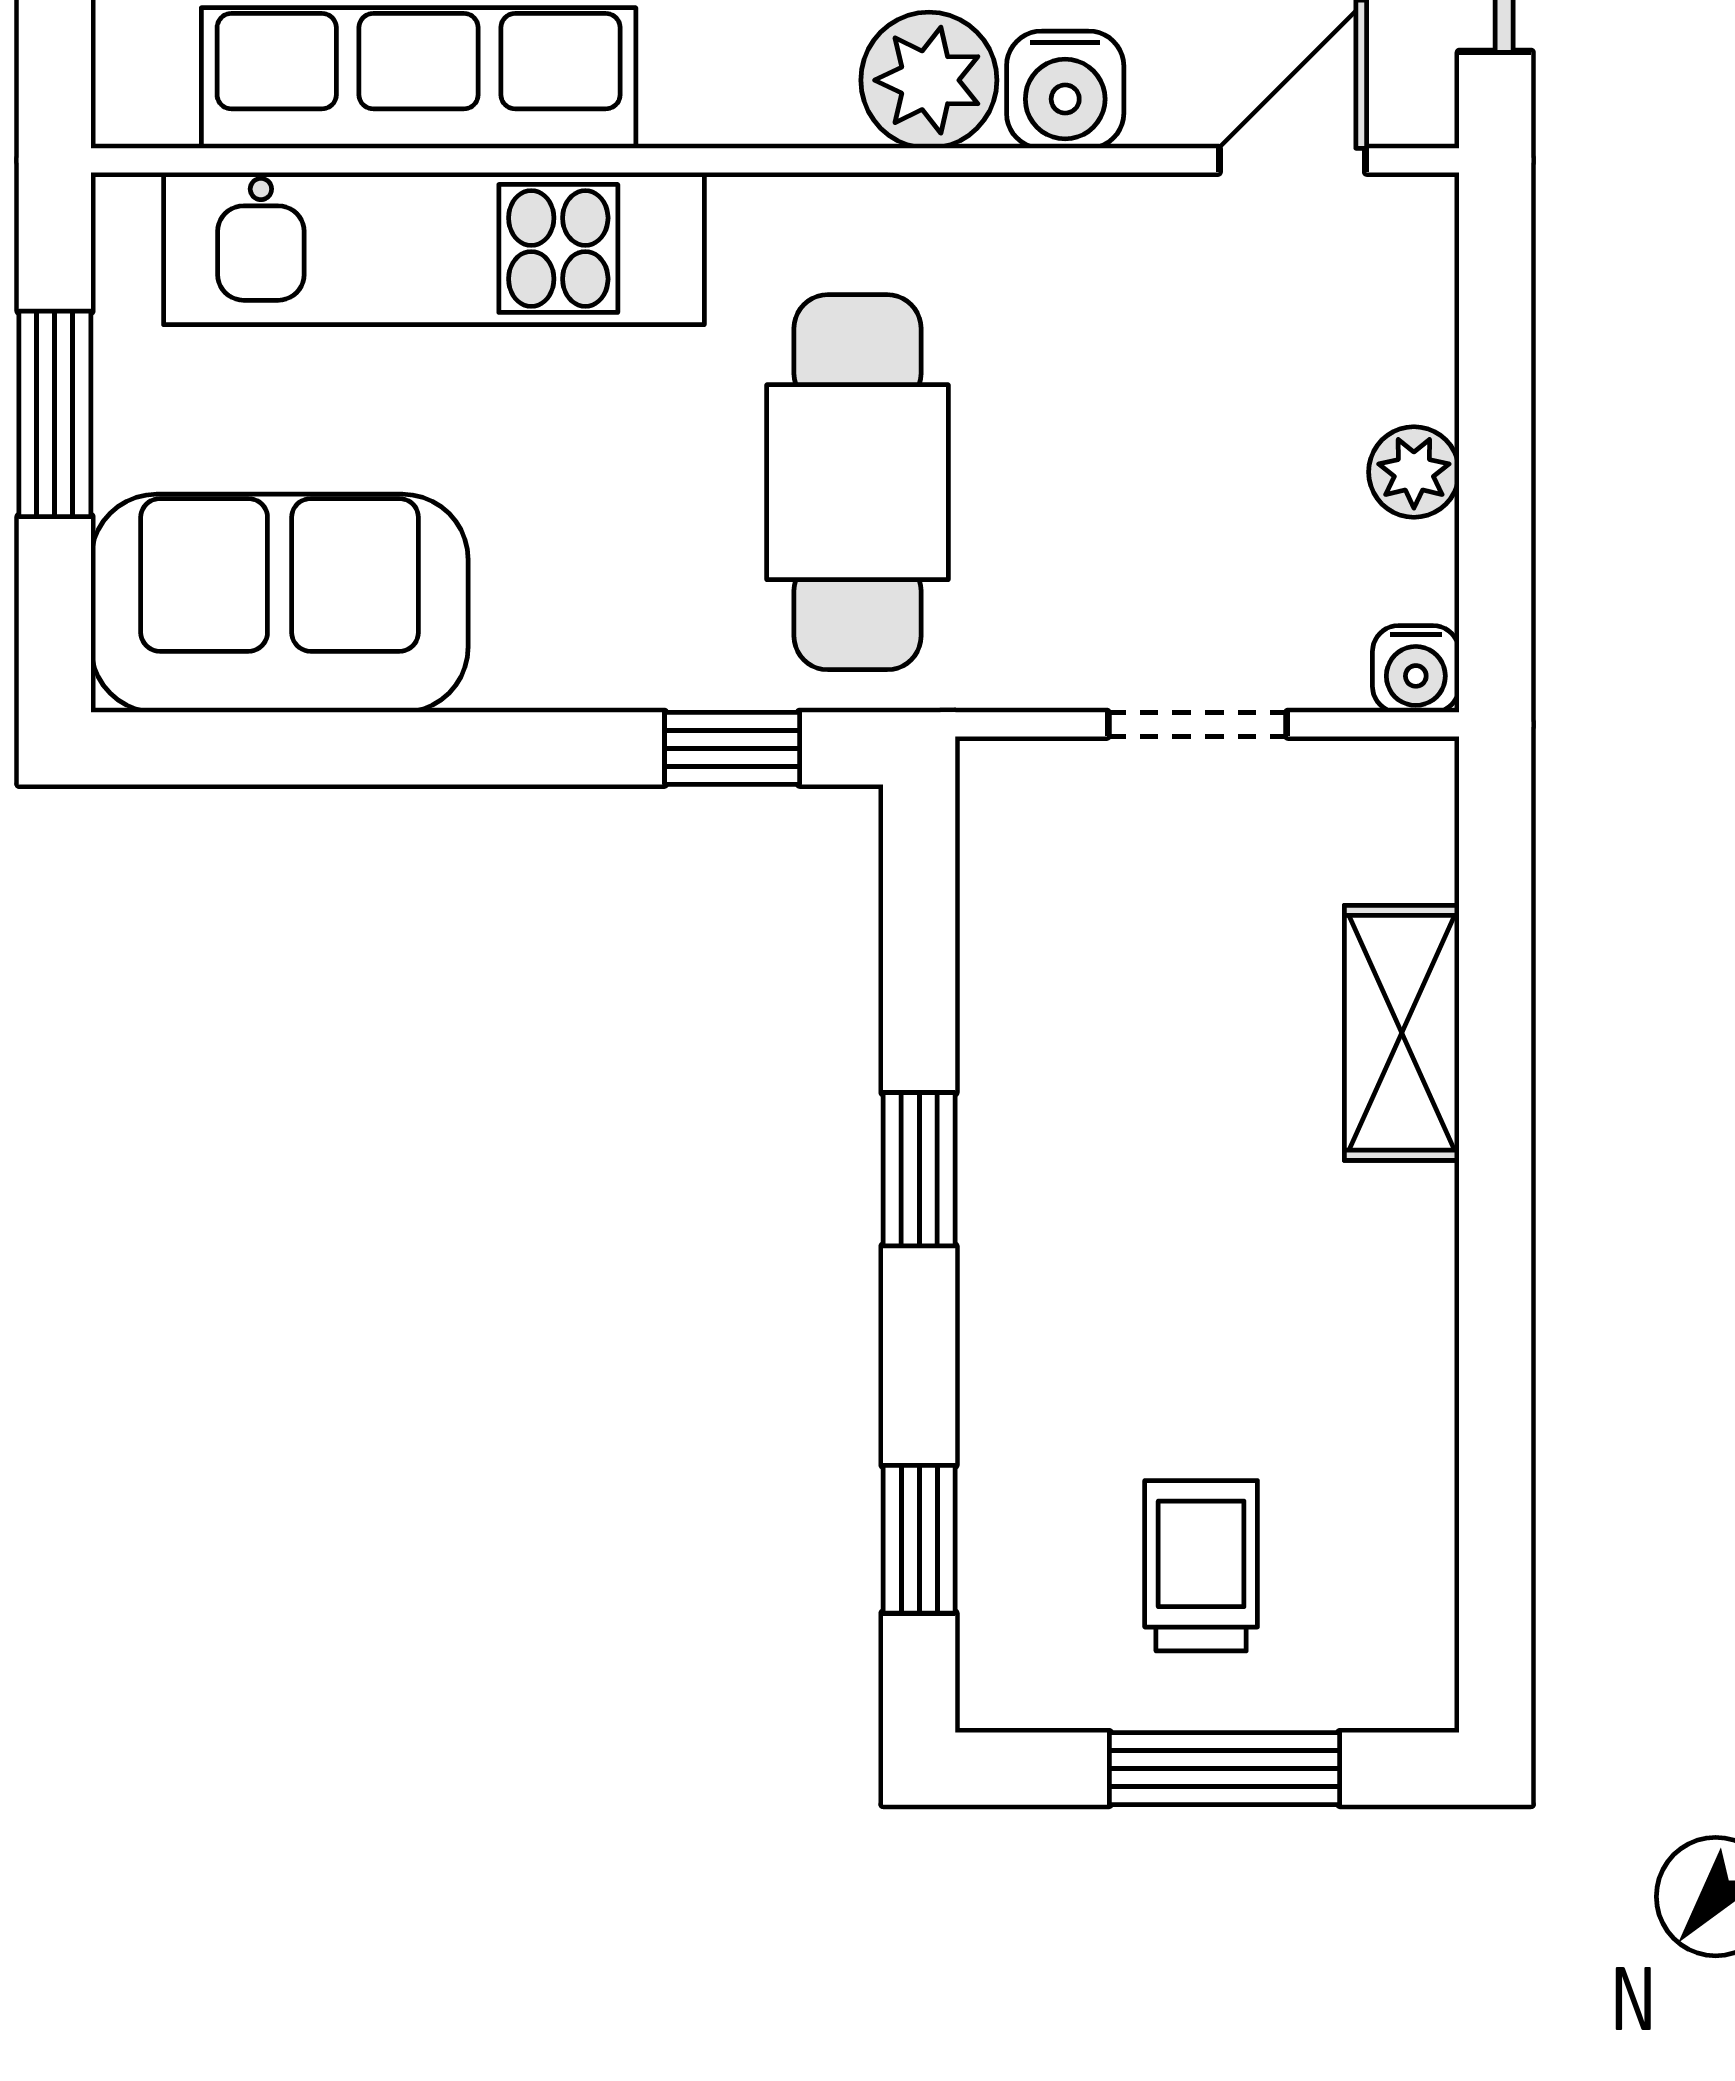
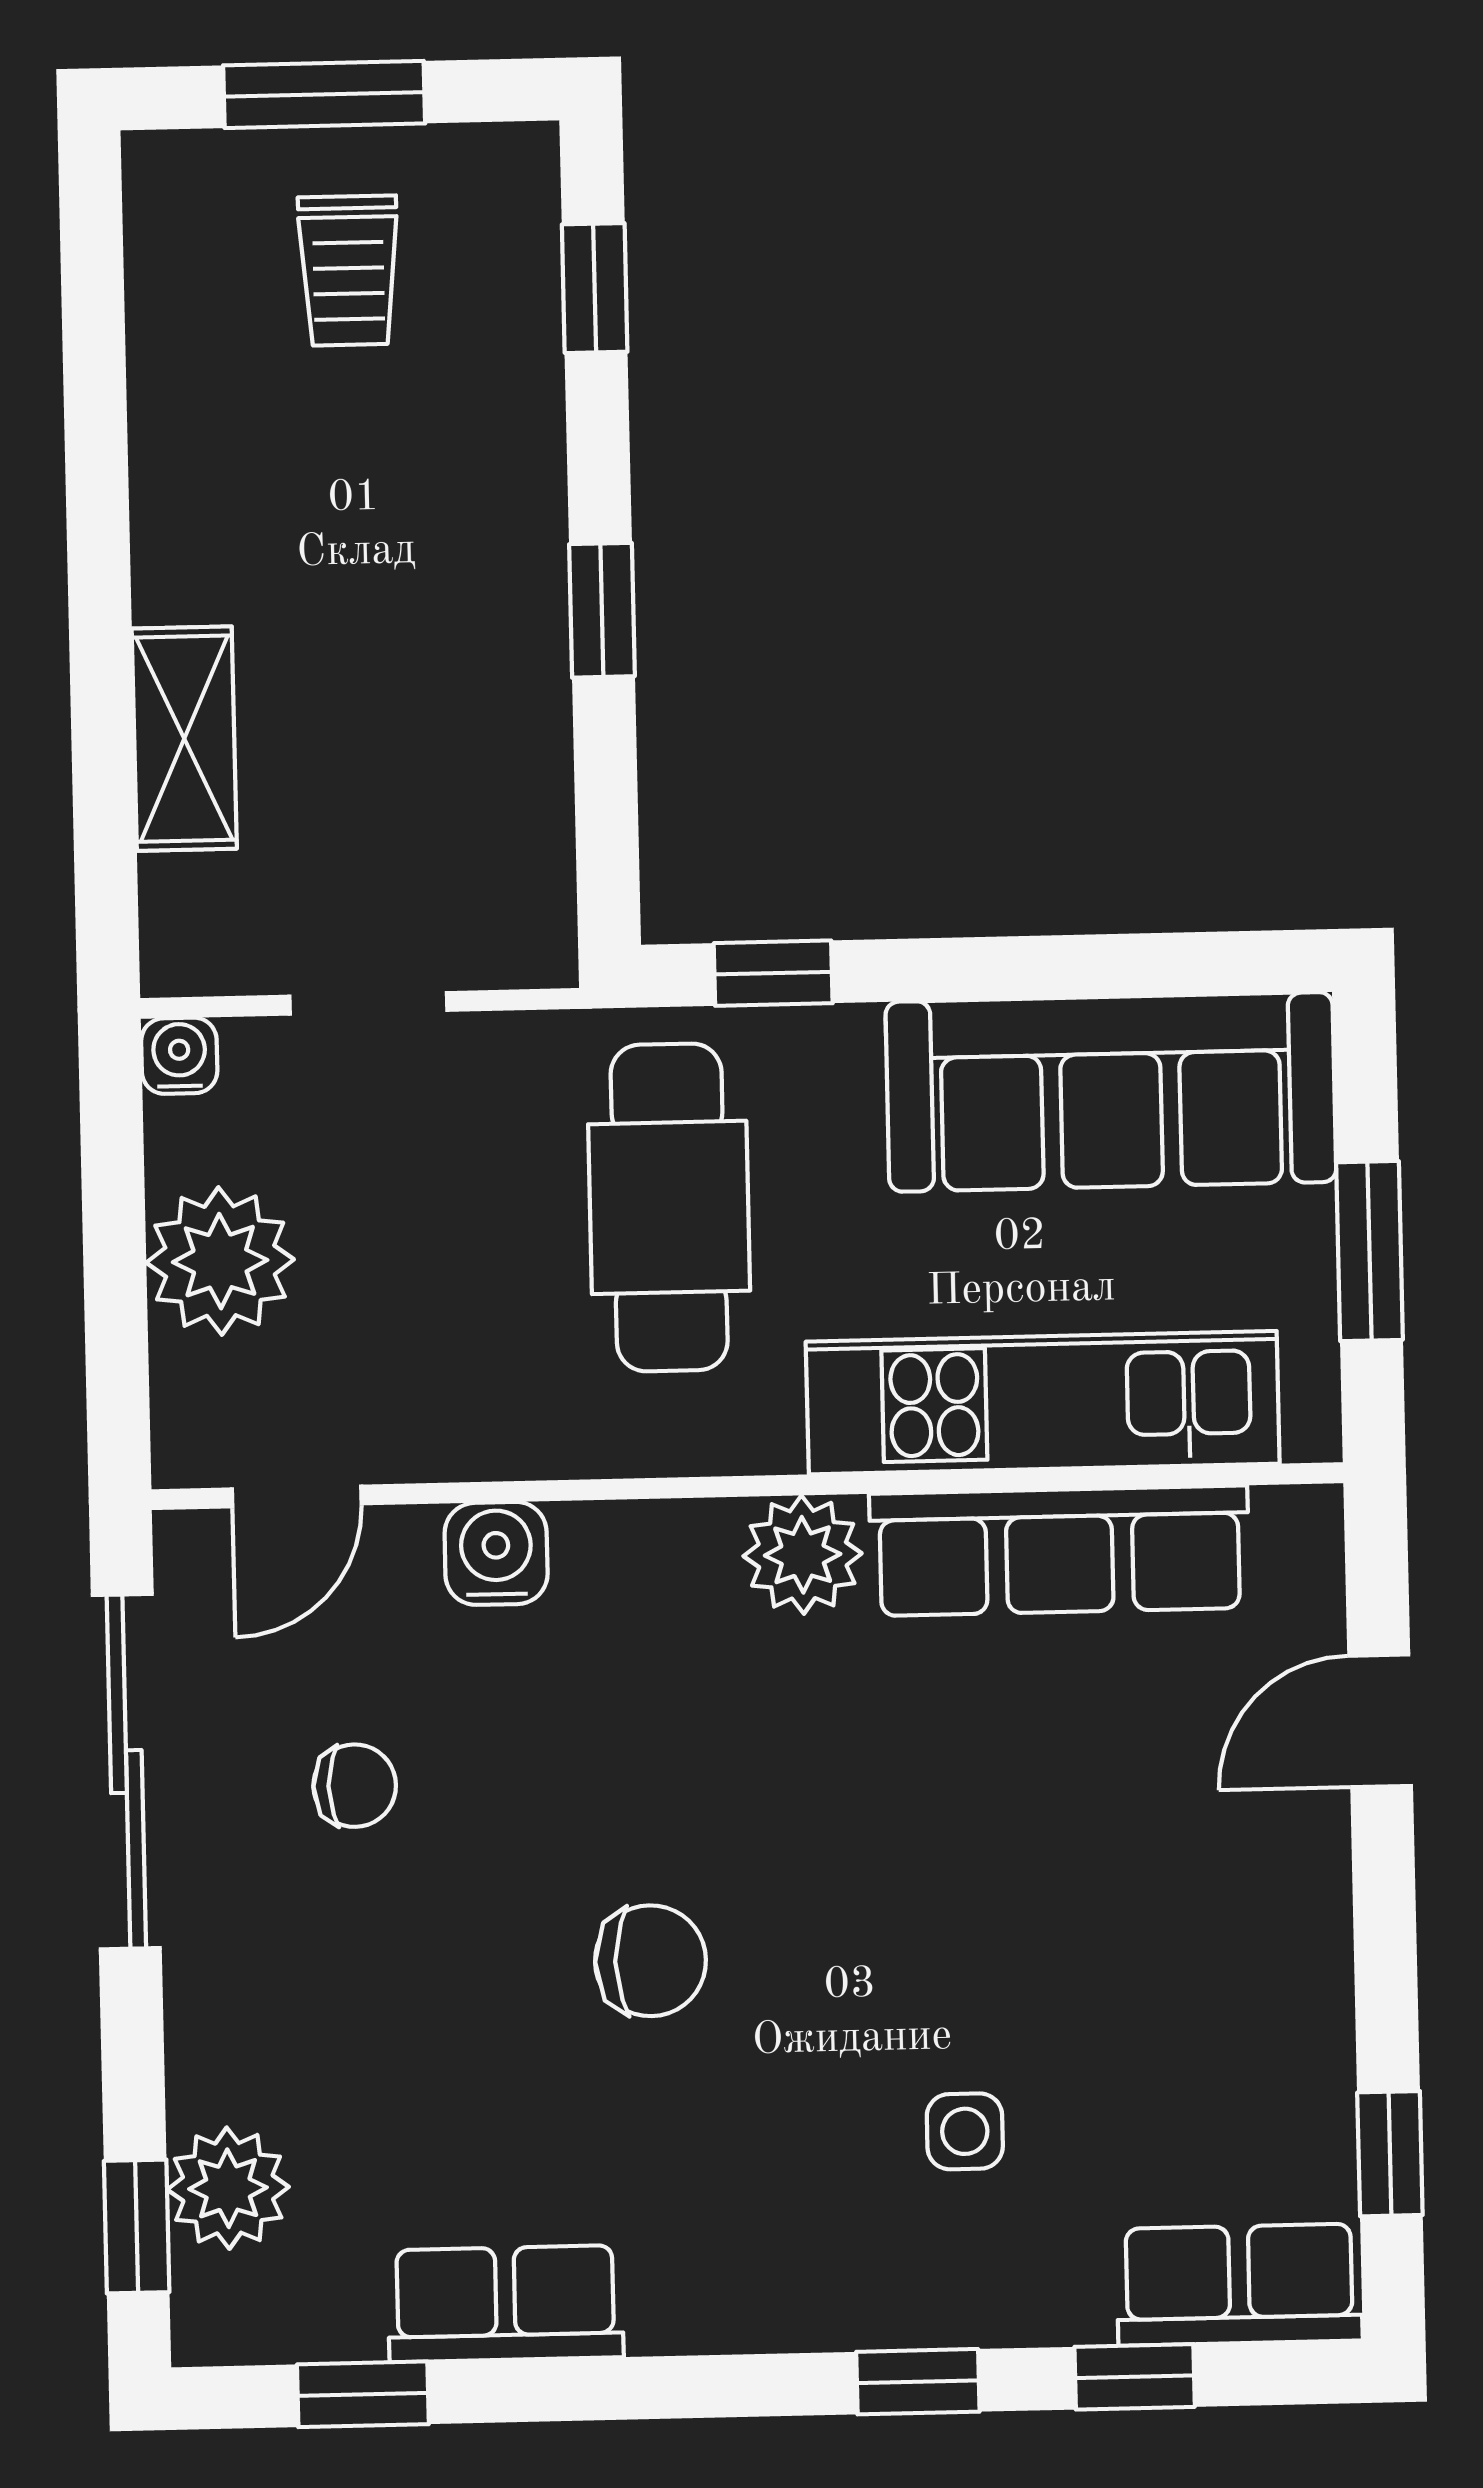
plant: (929, 80) -> (803, 1555), moved
plant: (1414, 472) -> (220, 1261), width x1.87, depth x1.87
sofa: (280, 603) -> (1111, 1092), width x1.36

